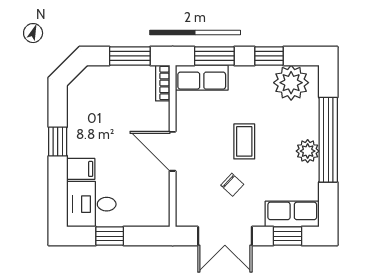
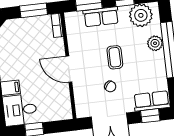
row of seats: (202, 78) -> (101, 17), moved
plant: (308, 151) -> (155, 43), moved

